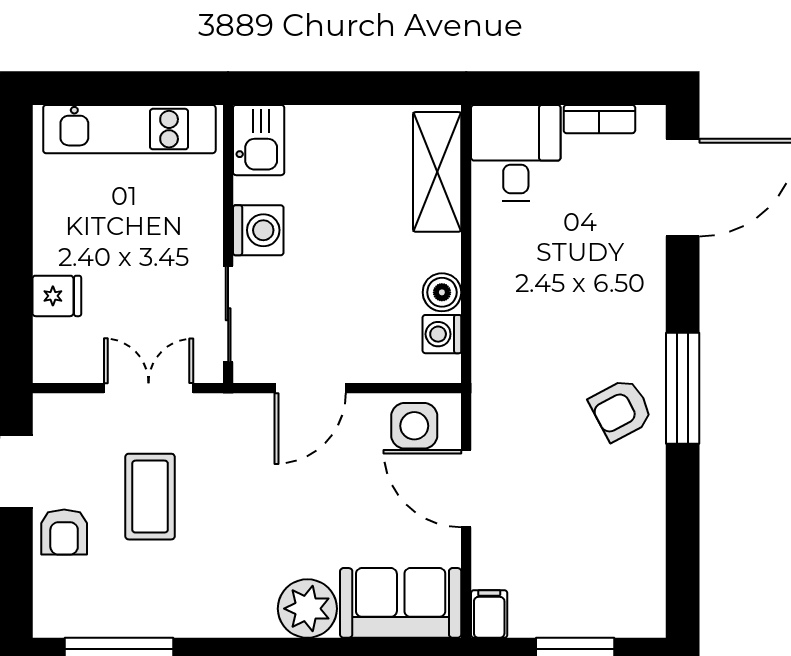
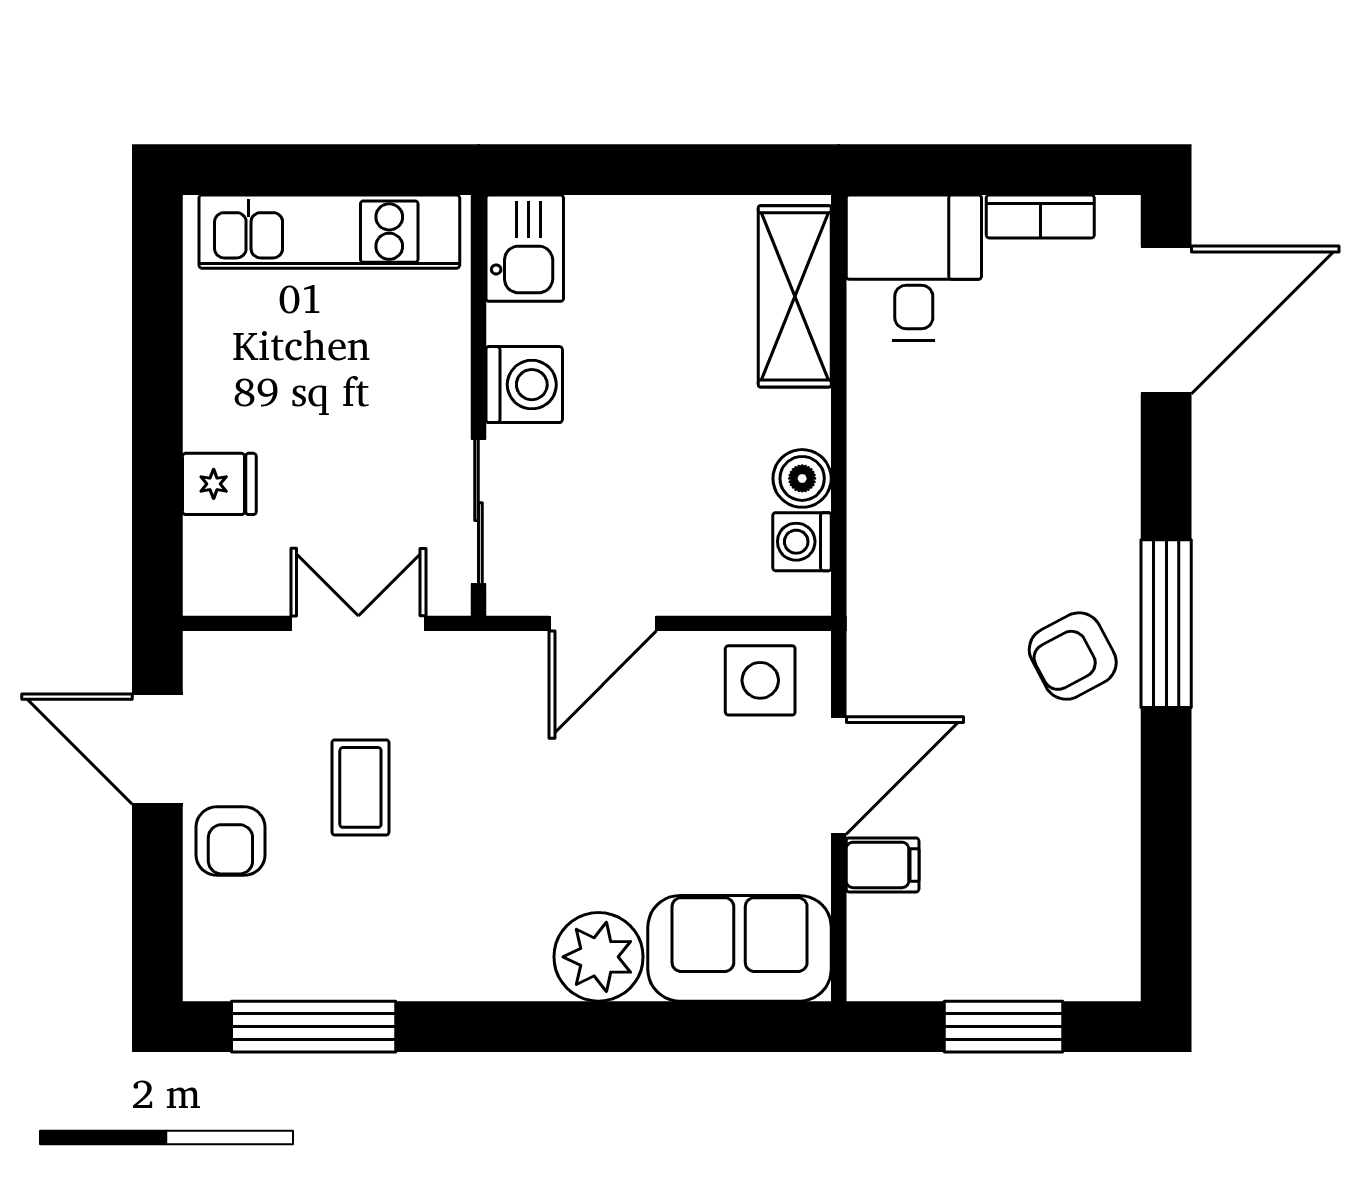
door: (466, 489) -> (839, 775), swing flipped
coffee table: (150, 497) -> (360, 787), width x0.73, depth x0.77
filing cabinet: (489, 614) -> (883, 865), moved, turned 90

